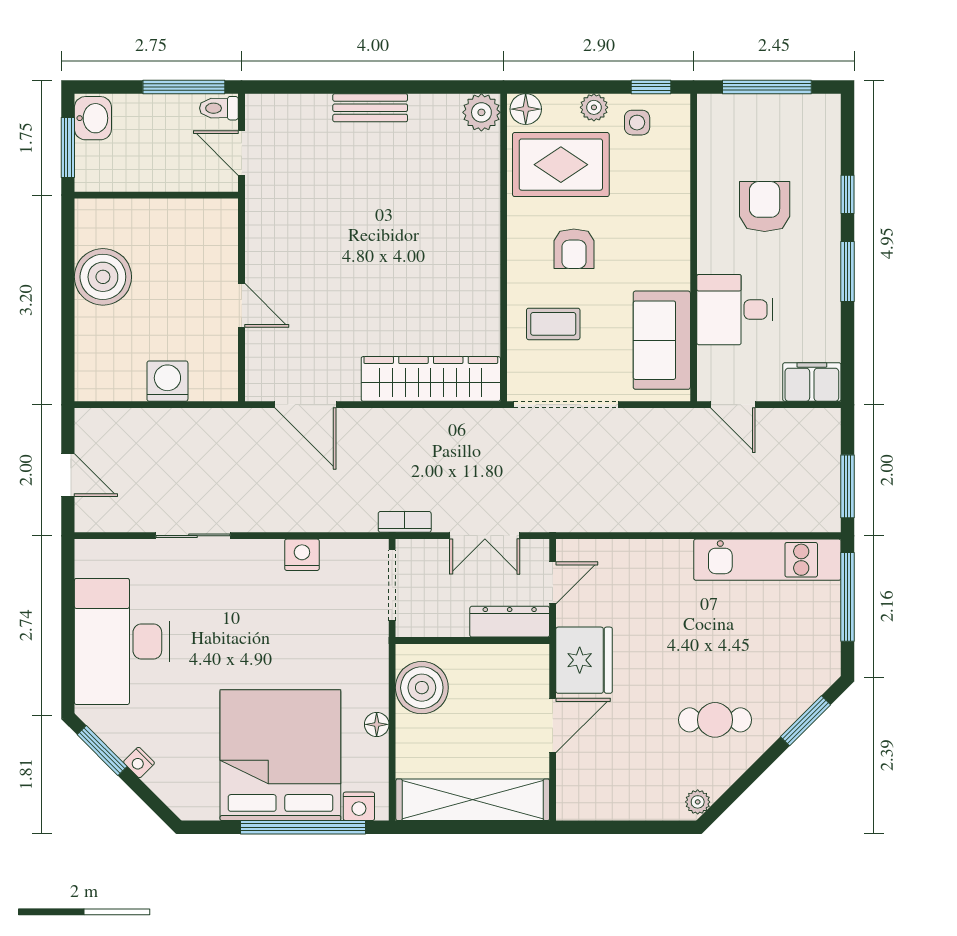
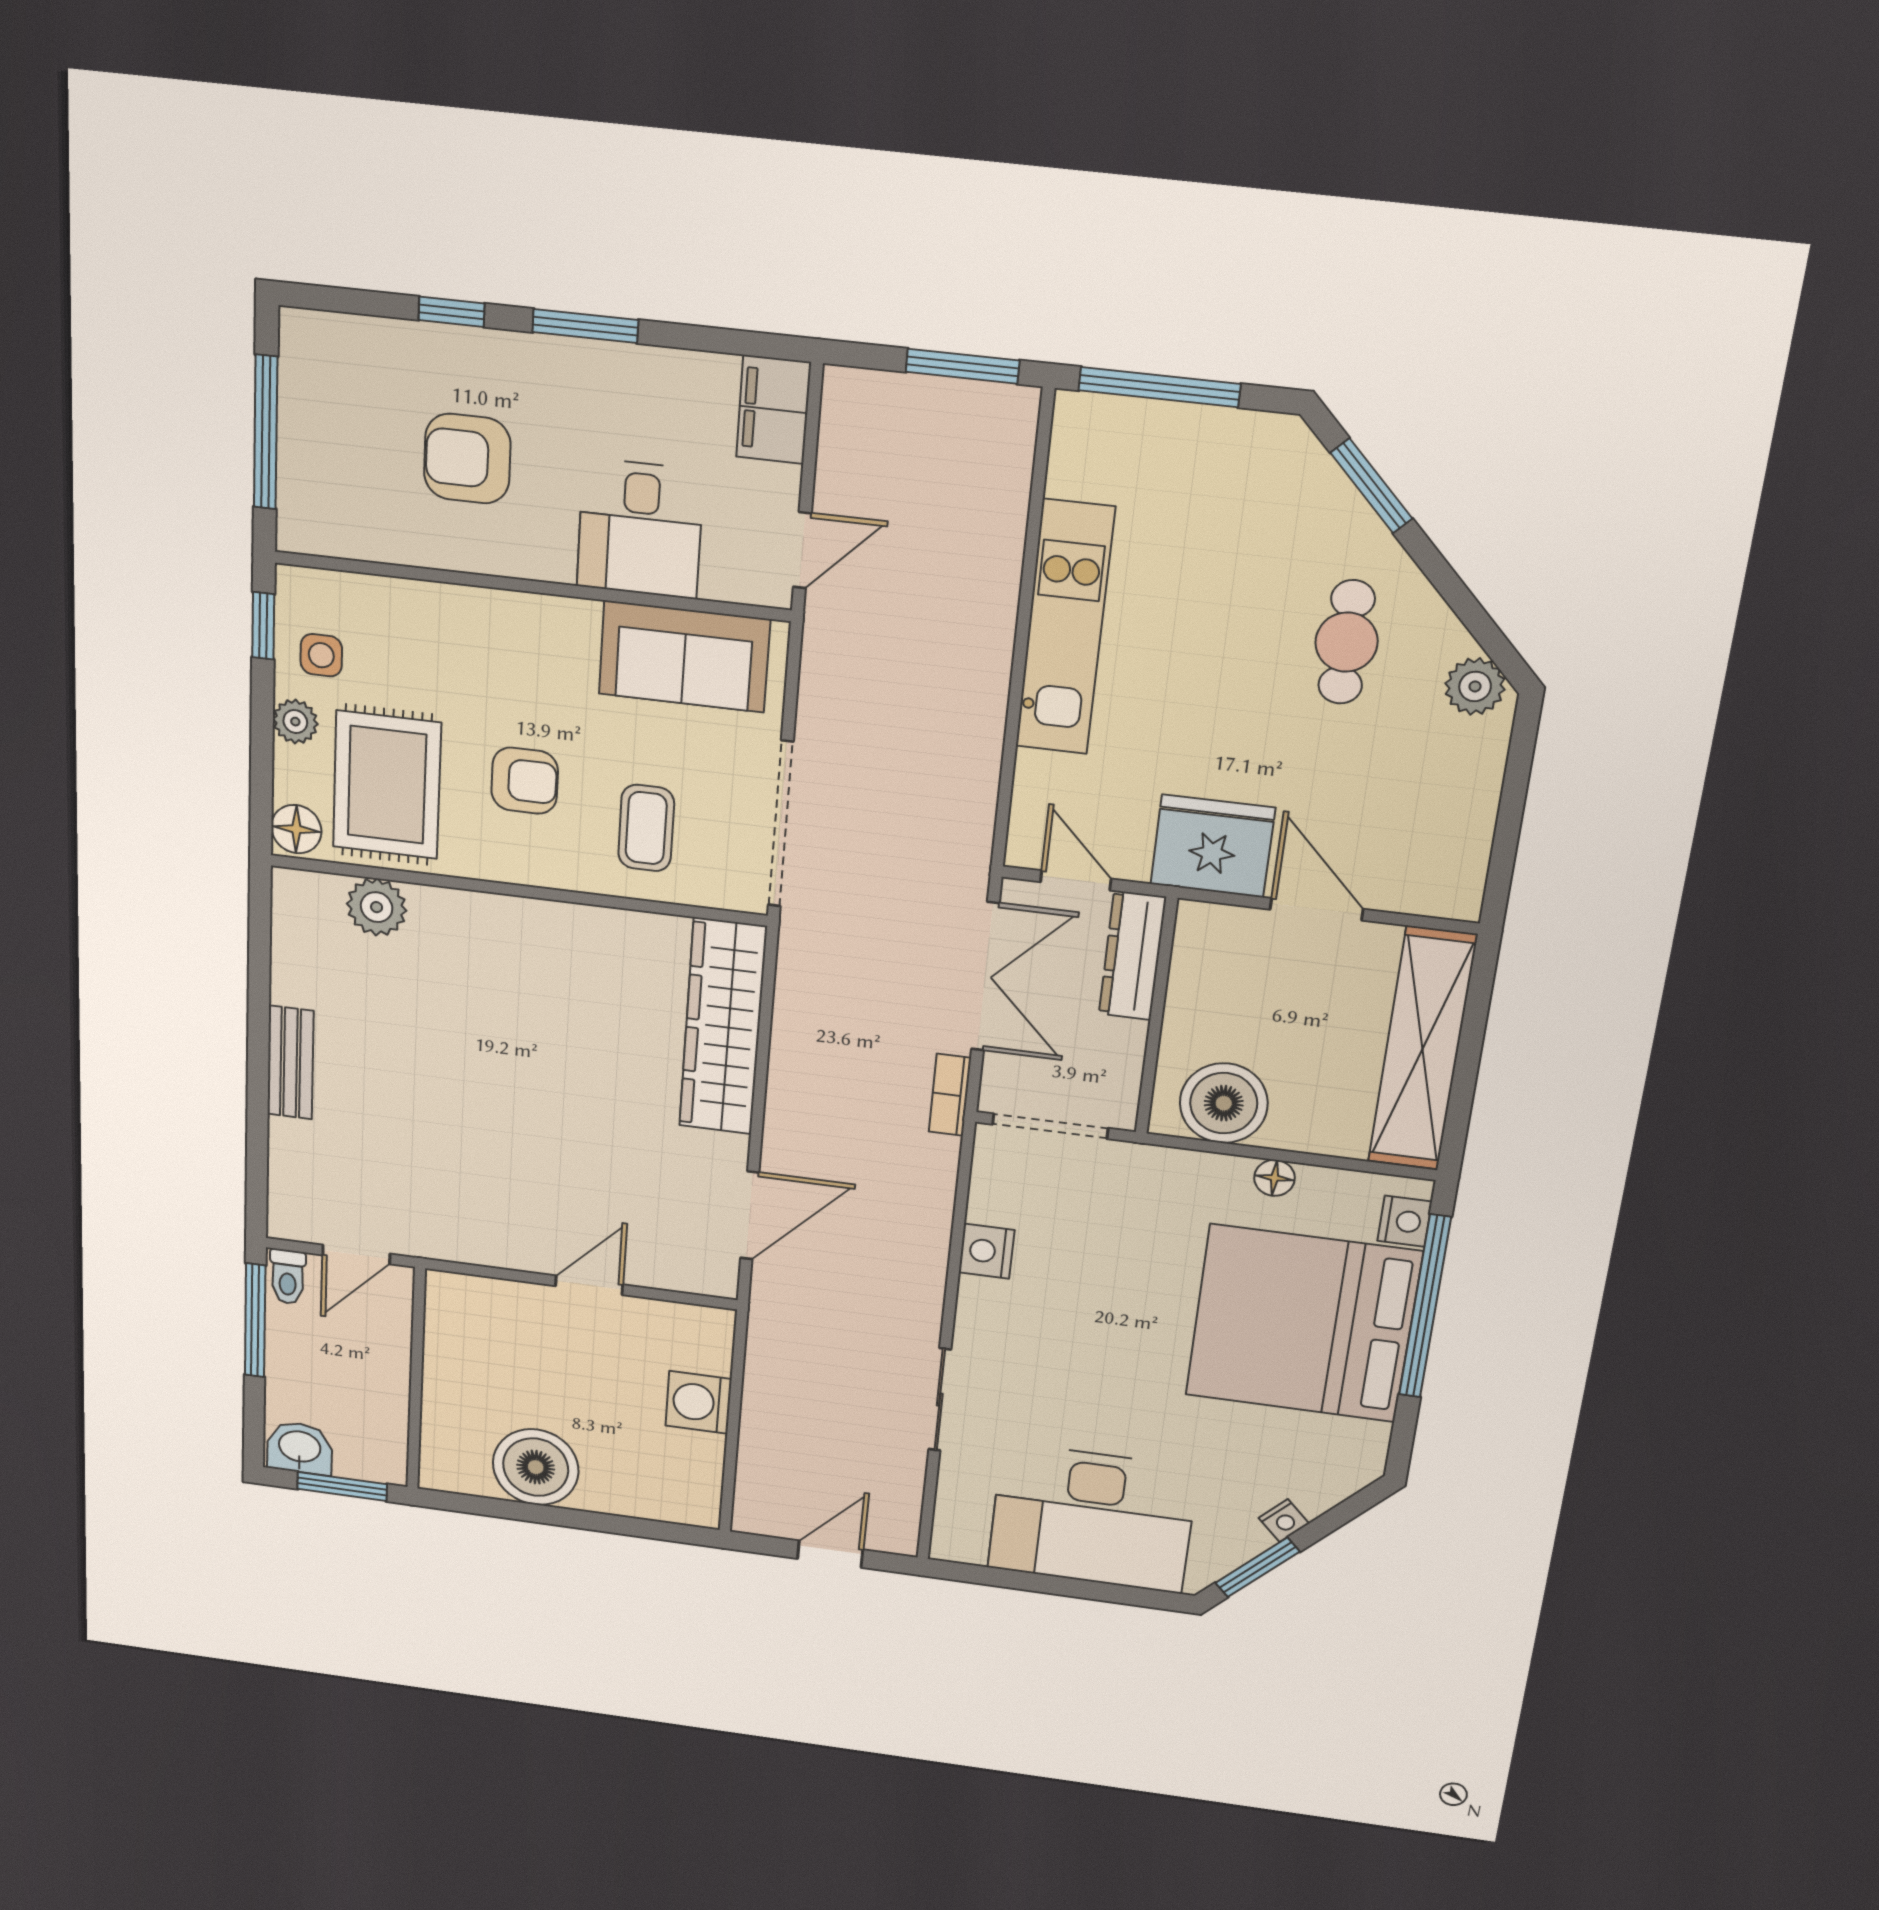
plant: (481, 112) -> (377, 907), moved
double door: (485, 536) -> (985, 977), width x1.37
kitchen unit: (767, 560) -> (1065, 628), moved
plant: (698, 802) -> (1475, 686), width x1.38, depth x1.38

